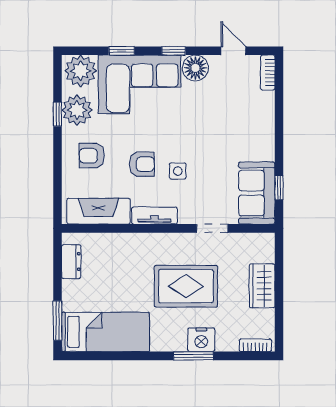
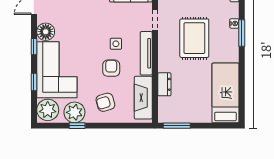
armchair: (92, 156) -> (105, 102), turned 74
tv unit: (154, 216) -> (146, 53), width x1.41
dresser: (71, 262) -> (164, 84), moved, turned 90
window: (58, 320) -> (177, 126), moved
nightstand: (201, 340) -> (234, 23), width x0.53, depth x0.56

